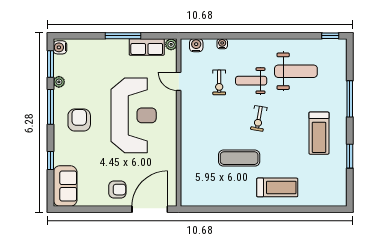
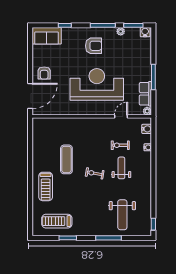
weight bench: (296, 71) -> (122, 215), moved
reception desk: (134, 115) -> (97, 84), turned 180
treadmill: (319, 133) -> (57, 221), moved
door: (150, 209) -> (30, 96), hinge flipped

